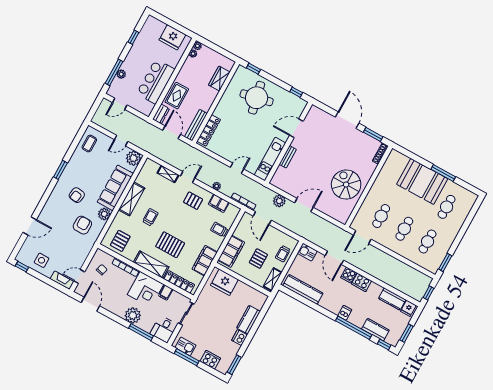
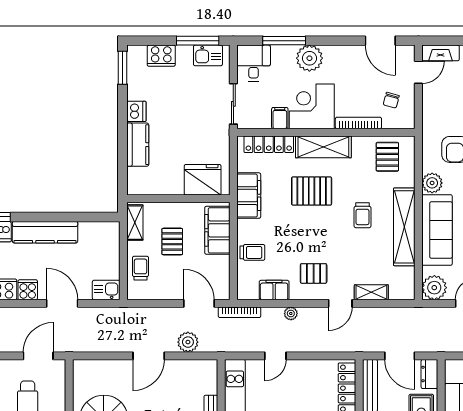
shelving: (132, 199) -> (404, 227), width x1.47
kitchen counter: (303, 289) -> (45, 232), moved

